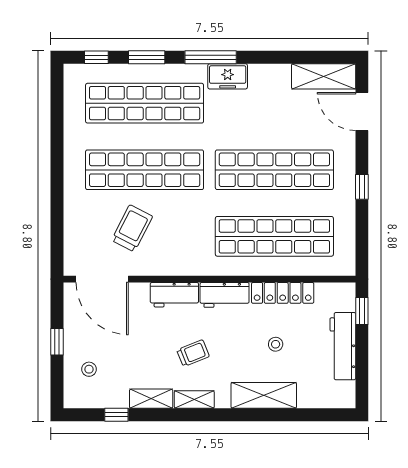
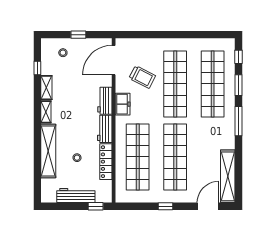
freezer: (228, 76) -> (123, 104), moved, turned 180
shelving: (324, 76) -> (228, 176), width x1.47
trolley: (193, 353) -> (72, 111), removed
shelving: (264, 395) -> (48, 151), width x1.47

